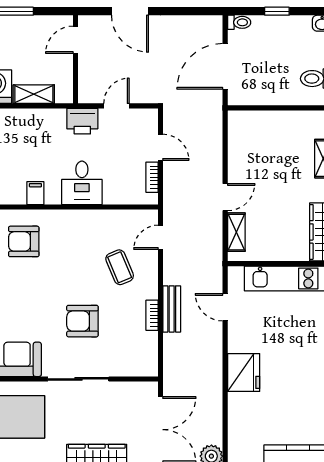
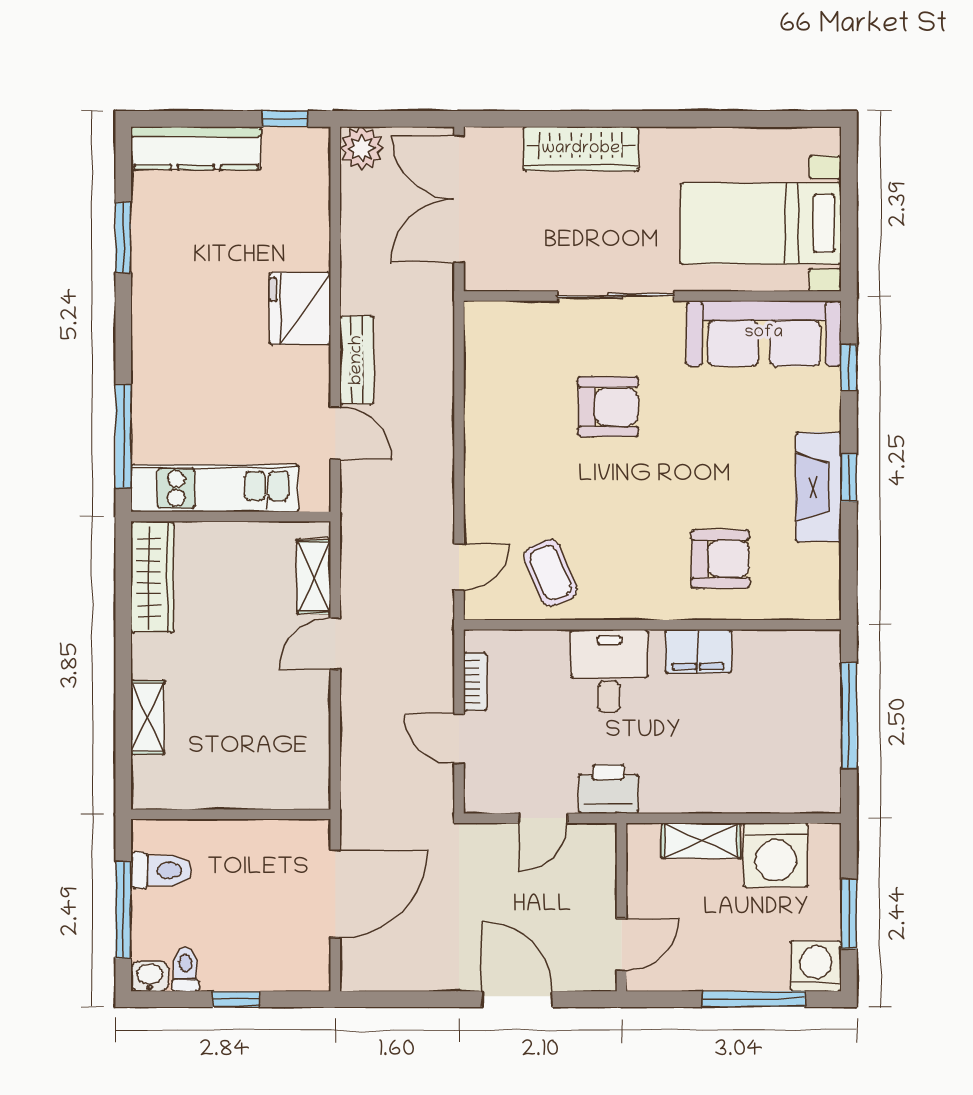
toilet: (239, 22) -> (185, 969), moved, turned 90
filing cabinet: (35, 193) -> (698, 651), width x2.00
coffee table: (120, 267) -> (550, 573), moved
bench: (172, 309) -> (357, 360), moved
bookcase: (152, 315) -> (475, 418), removed

